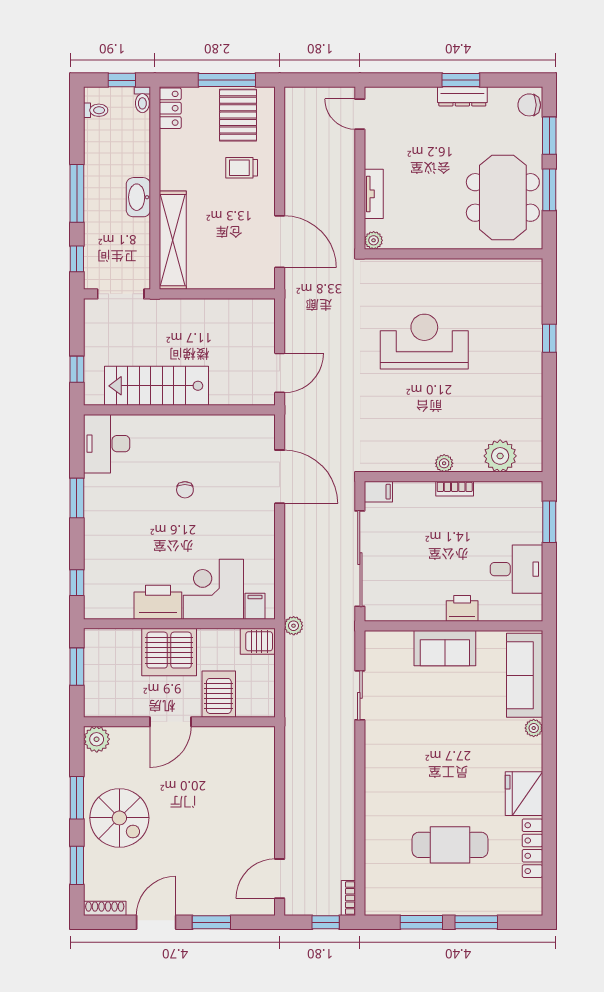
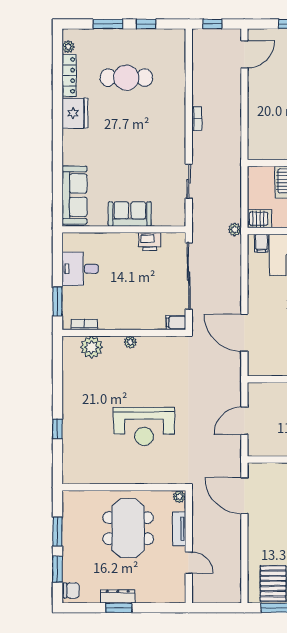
door: (360, 114) -> (189, 563), moved
trolley: (242, 168) -> (271, 547), removed
meeting table: (503, 197) -> (128, 528), moved
door: (280, 373) -> (244, 421), moved
bookcase: (455, 489) -> (84, 325), moved
printer: (462, 608) -> (150, 242), moved
plant: (534, 728) -> (68, 47), moved
bookcase: (348, 898) -> (197, 119), moved
window: (421, 922) -> (146, 24), width x0.67

